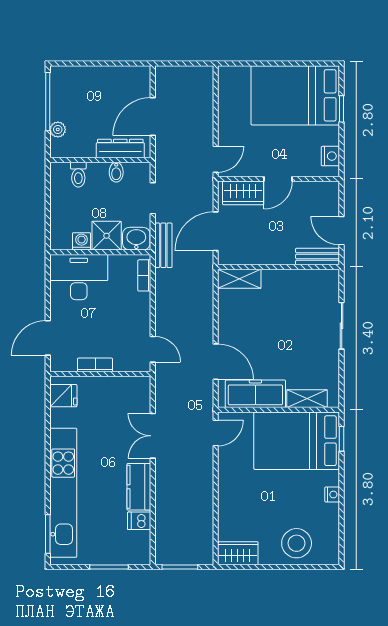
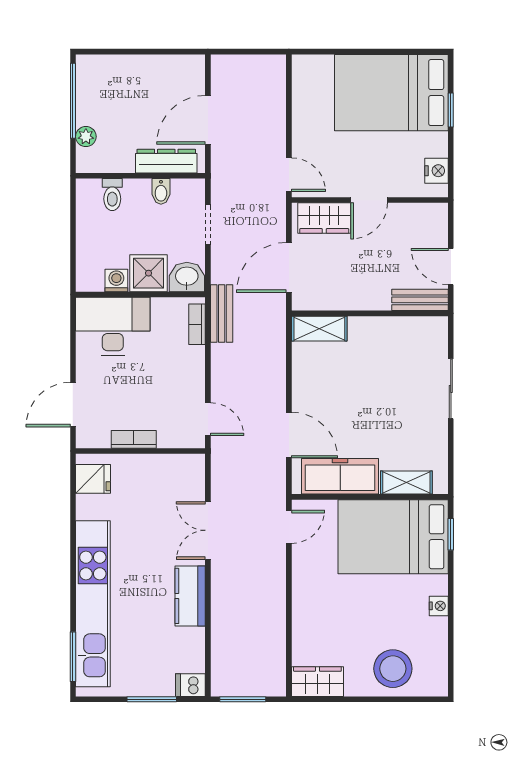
door: (216, 159) -> (289, 175), hinge flipped
bench: (163, 245) -> (222, 314), moved
dishwasher: (139, 521) -> (190, 685), moved

